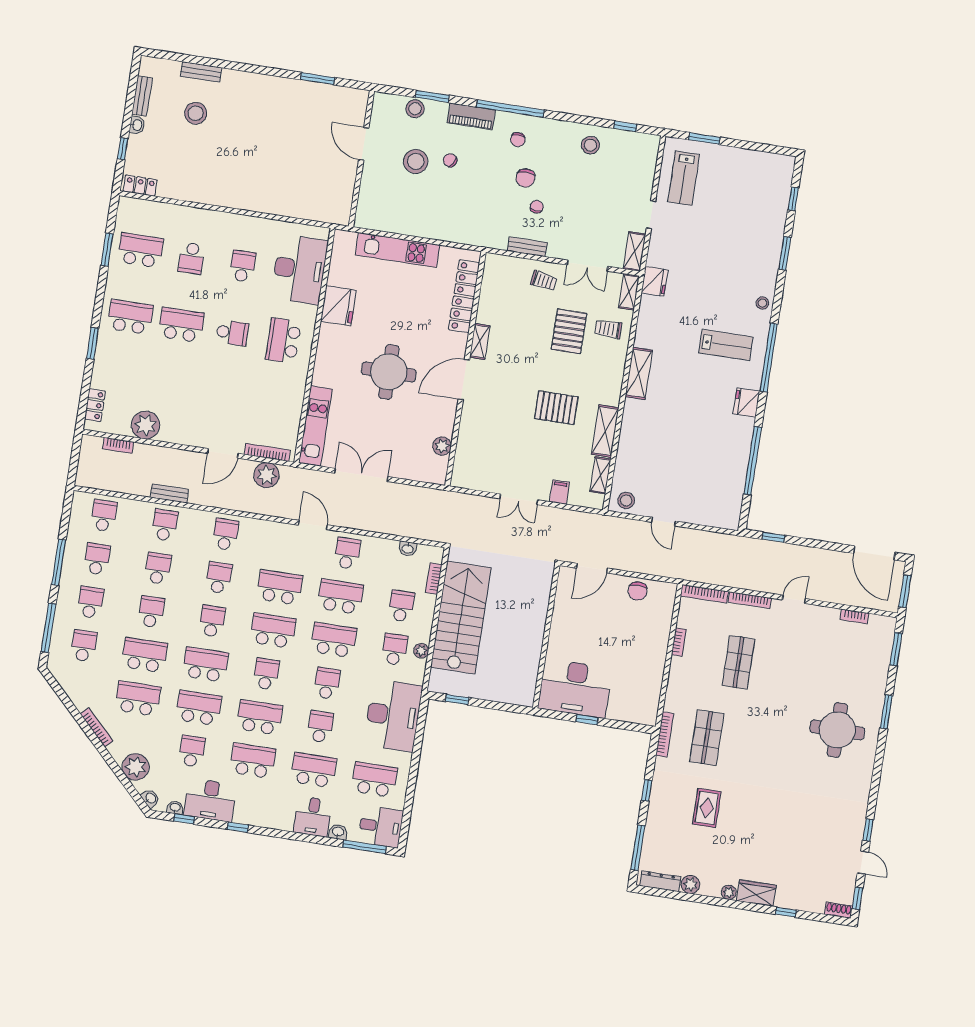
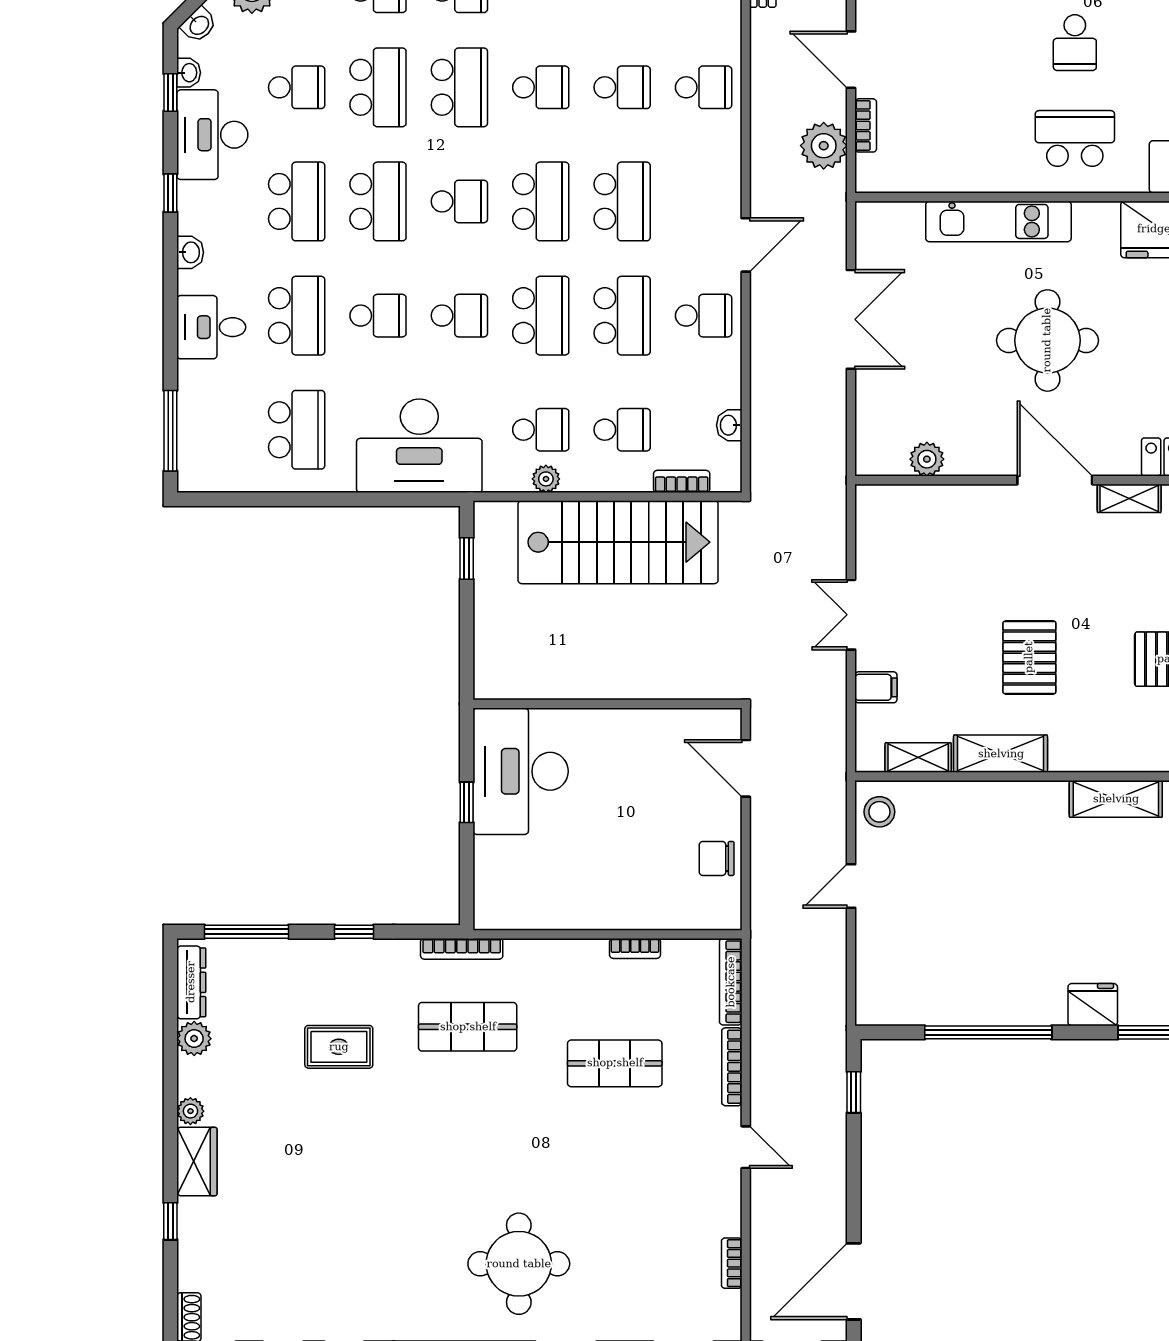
kitchen unit: (315, 426) -> (998, 221), moved
bookcase: (267, 452) -> (866, 125), width x0.64
desk: (381, 827) -> (212, 455), removed
washbasin: (338, 832) -> (190, 252), moved

